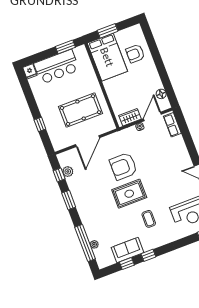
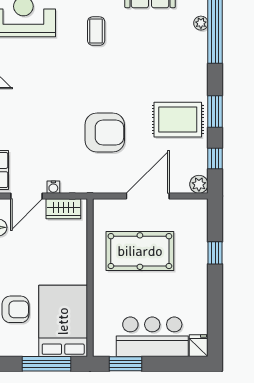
window: (108, 31) -> (47, 364), width x1.44
plant: (68, 172) -> (199, 184), moved
rug: (129, 194) -> (178, 120), moved

